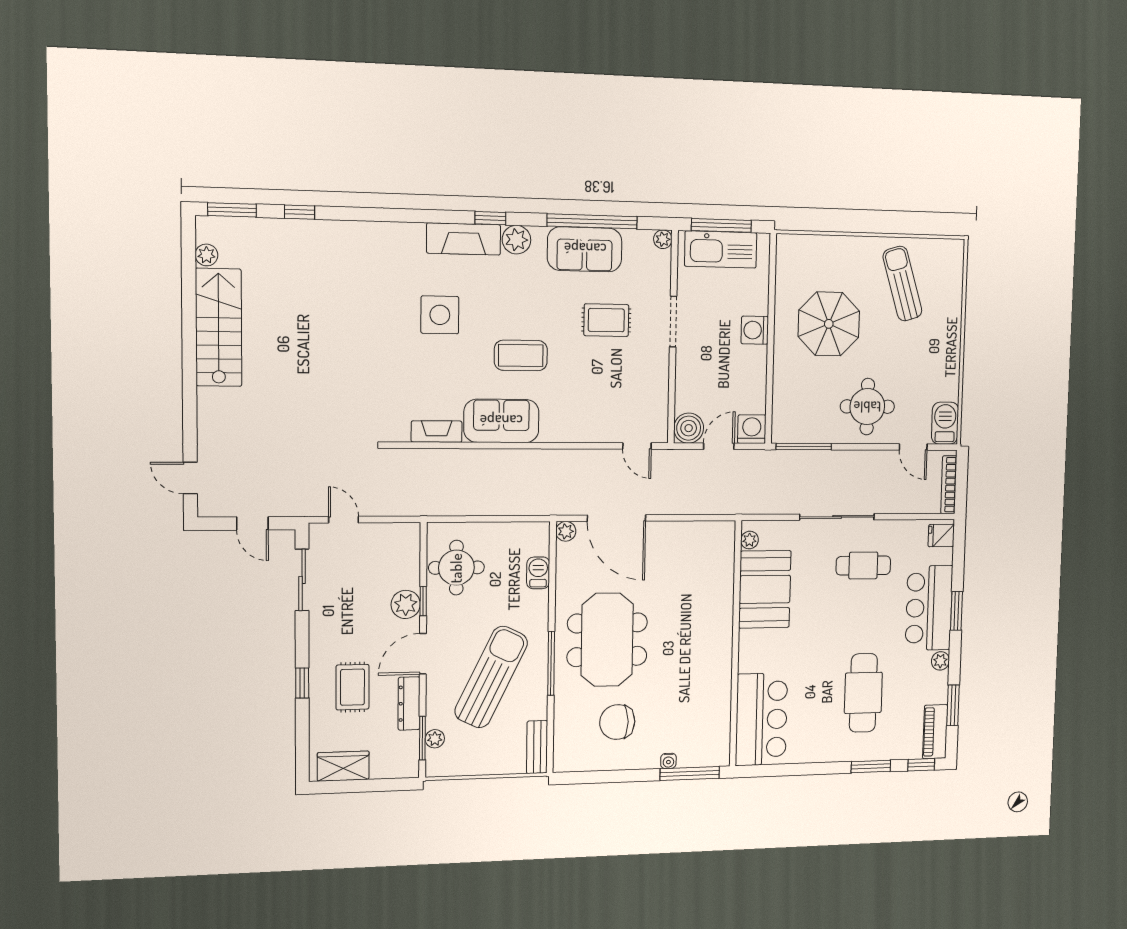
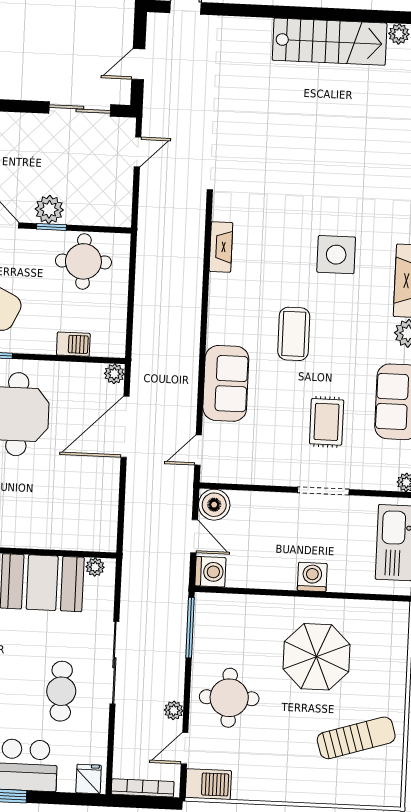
sofa: (501, 421) -> (226, 383), moved
plant: (879, 459) -> (174, 710), added

